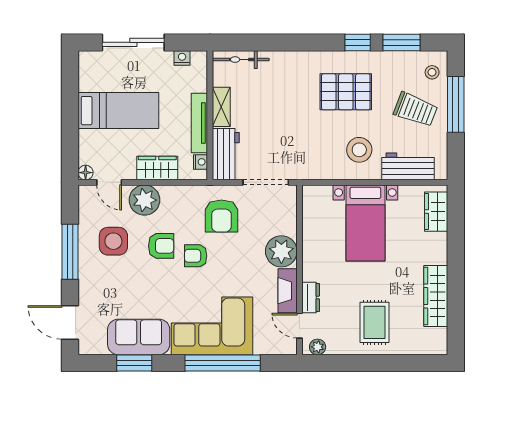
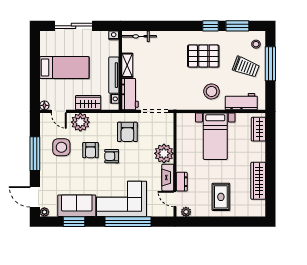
nightstand: (182, 58) -> (114, 35), moved
armchair: (161, 246) -> (91, 150), turned 90
plant: (86, 347) -> (44, 212), added

